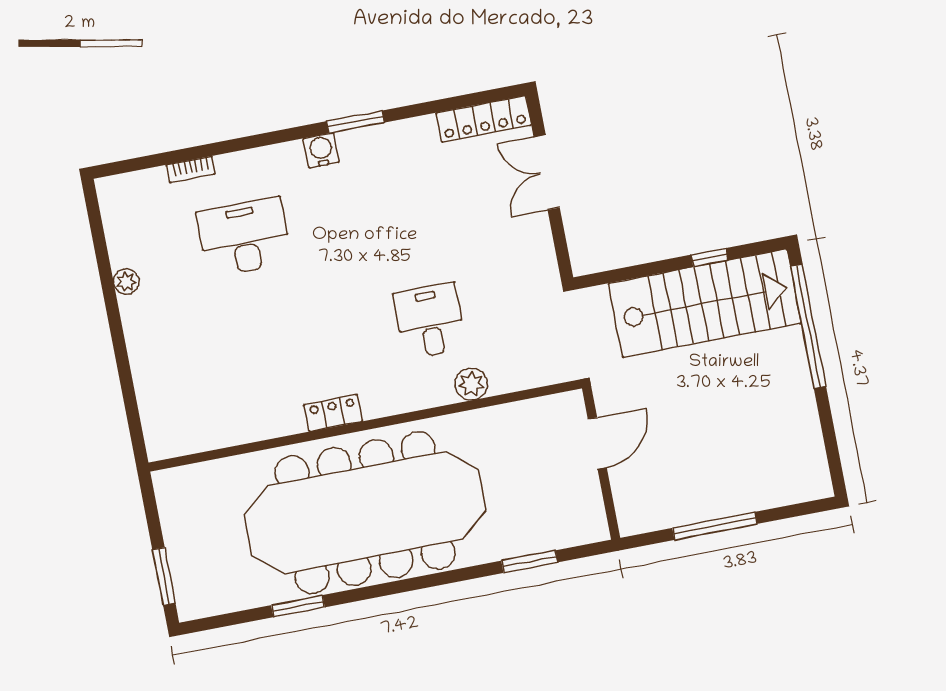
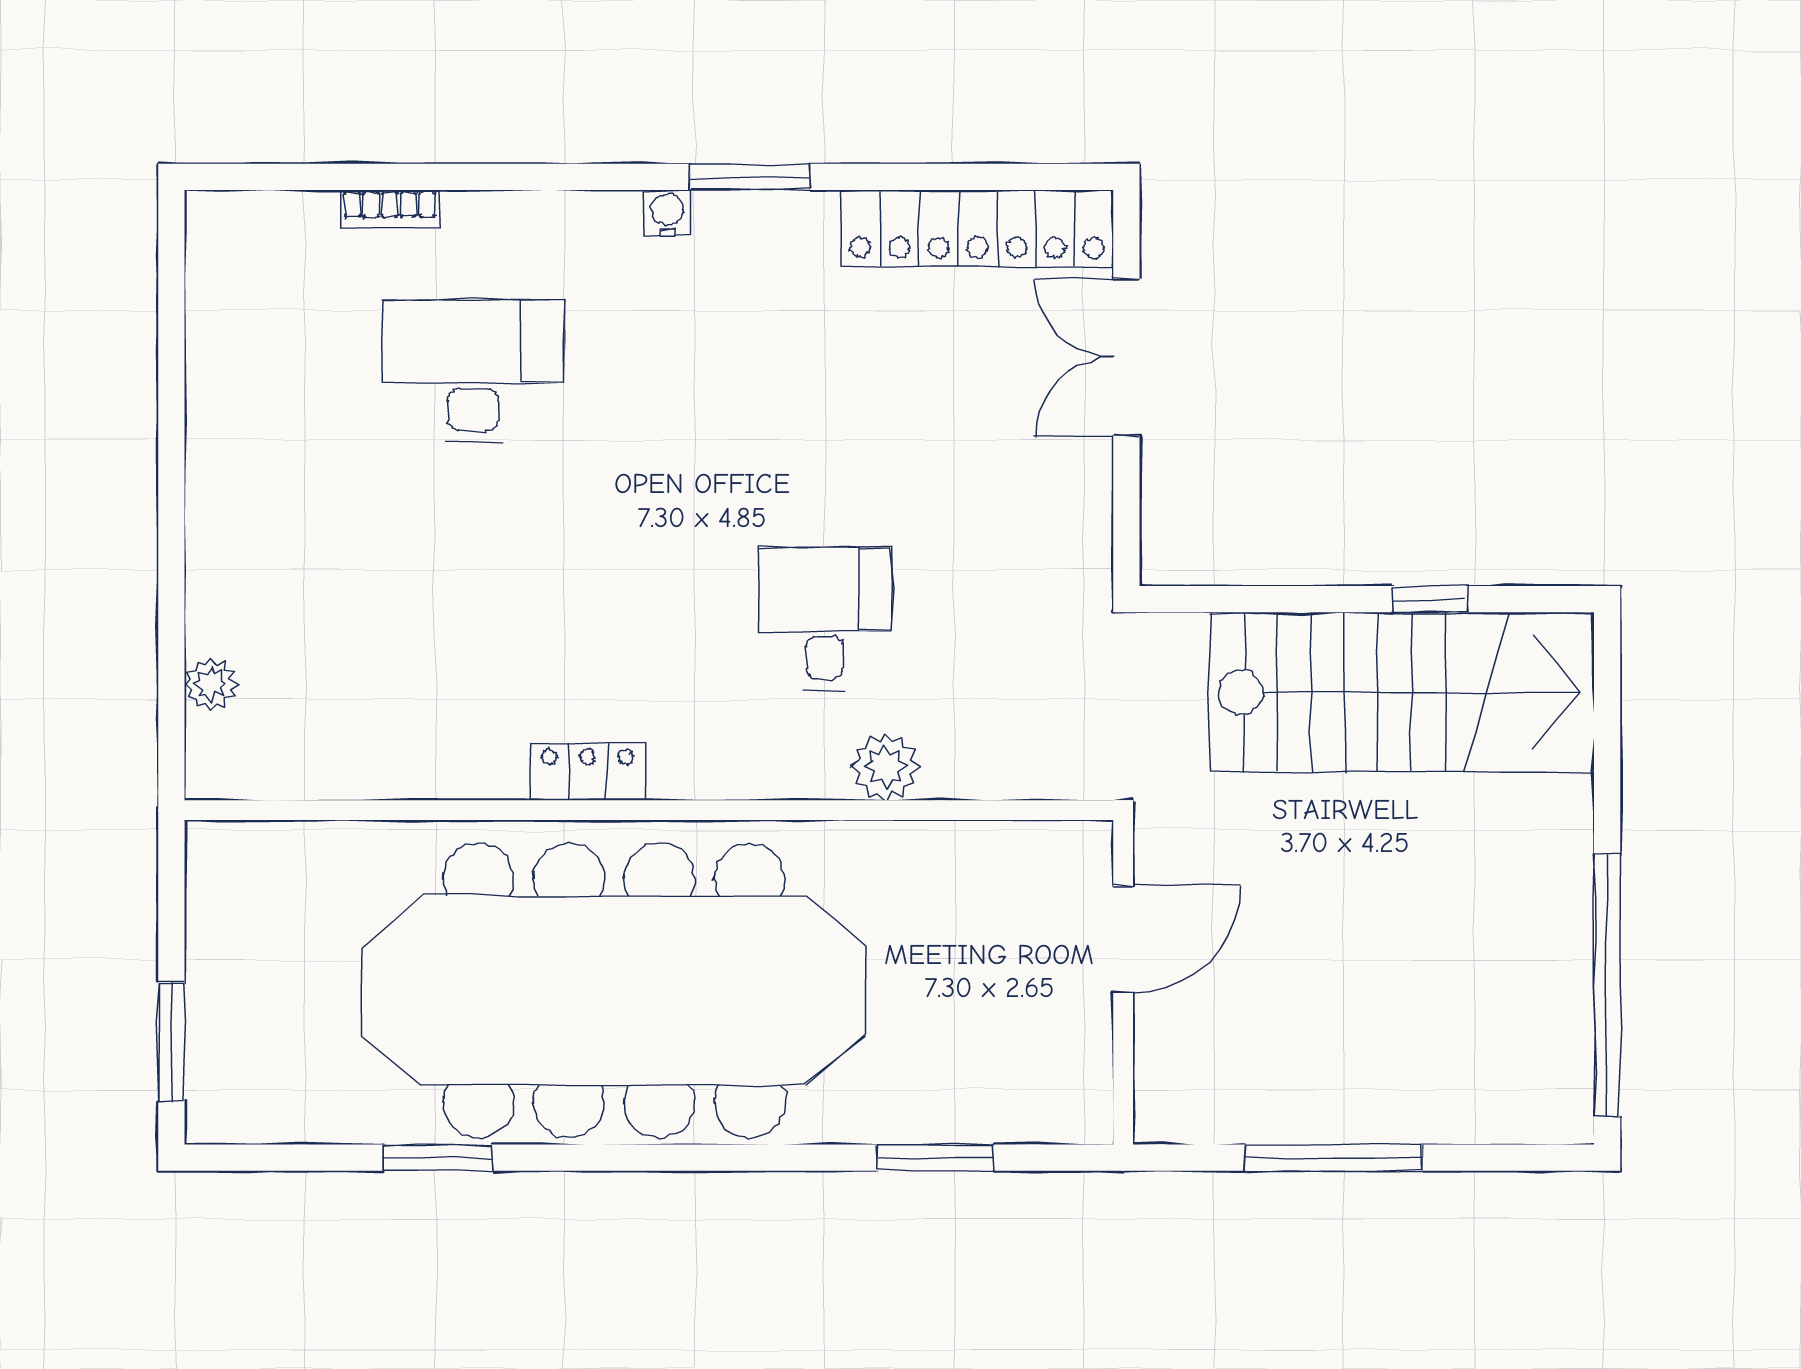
locker: (484, 119) -> (977, 228), width x1.41, depth x1.21
water cooler: (321, 150) -> (667, 213), width x0.72, depth x0.72
plant: (126, 282) -> (211, 684), moved
window: (808, 326) -> (1607, 985), moved

